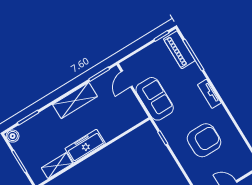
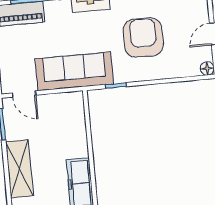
sofa: (155, 99) -> (74, 71), width x1.36

